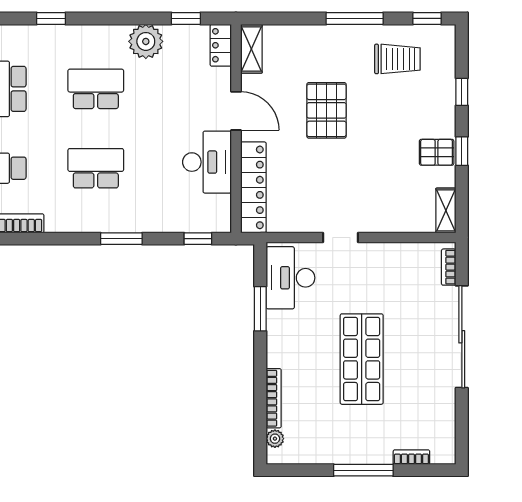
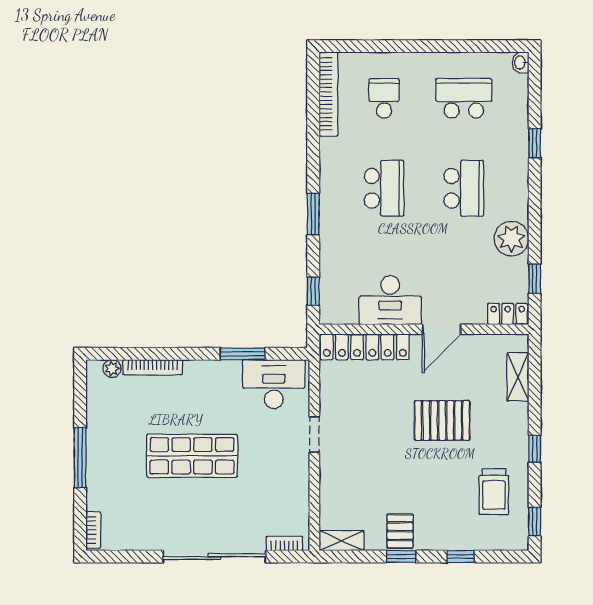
window: (355, 18) -> (535, 449), width x0.46
shelving: (251, 49) -> (518, 377), moved, turned 90
bookcase: (411, 457) -> (93, 530), moved

